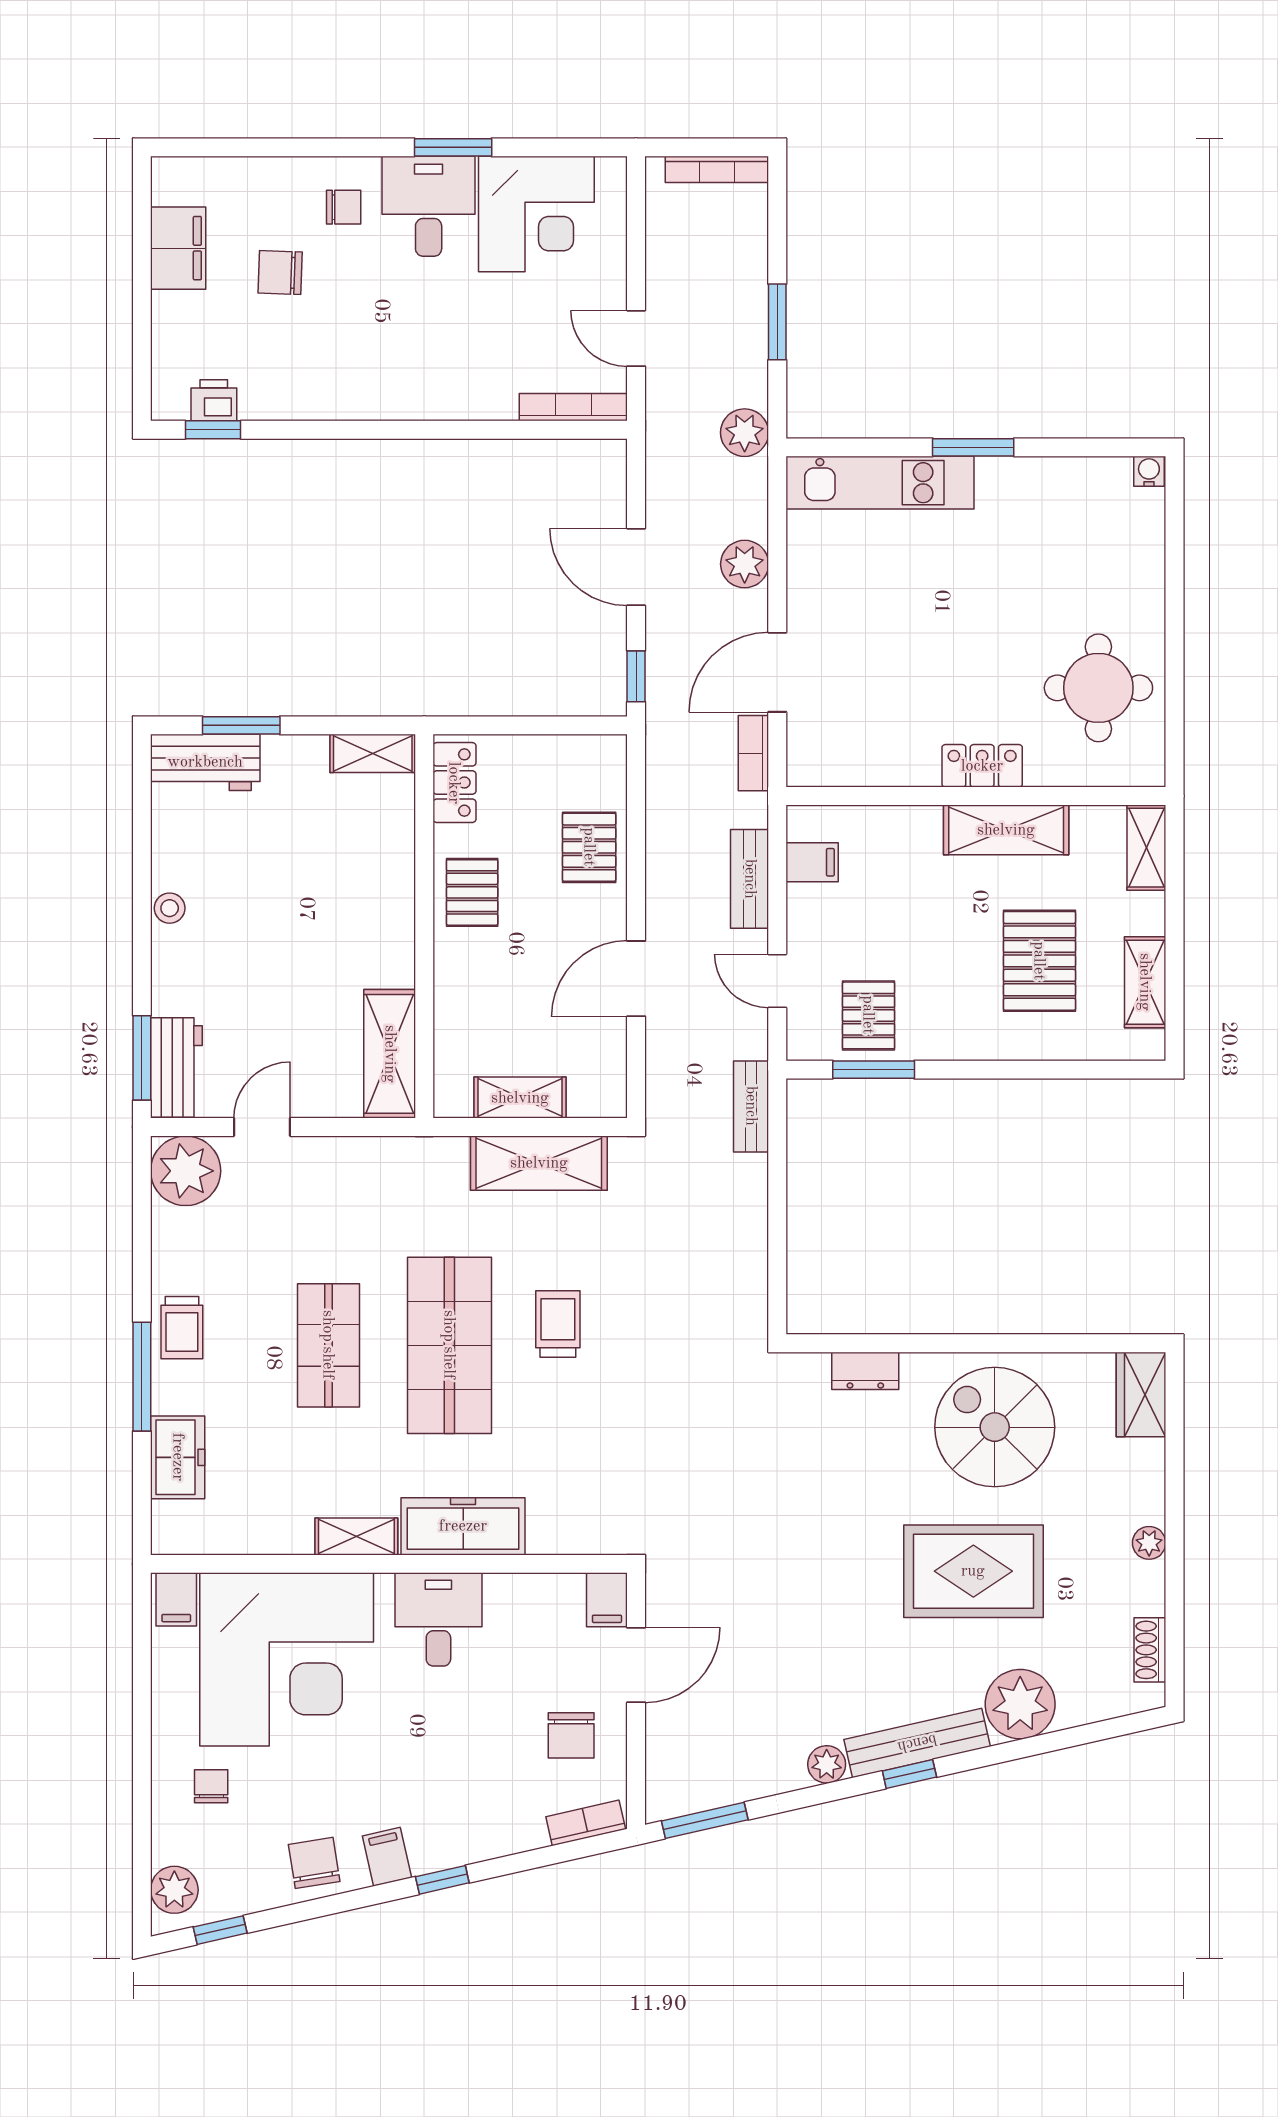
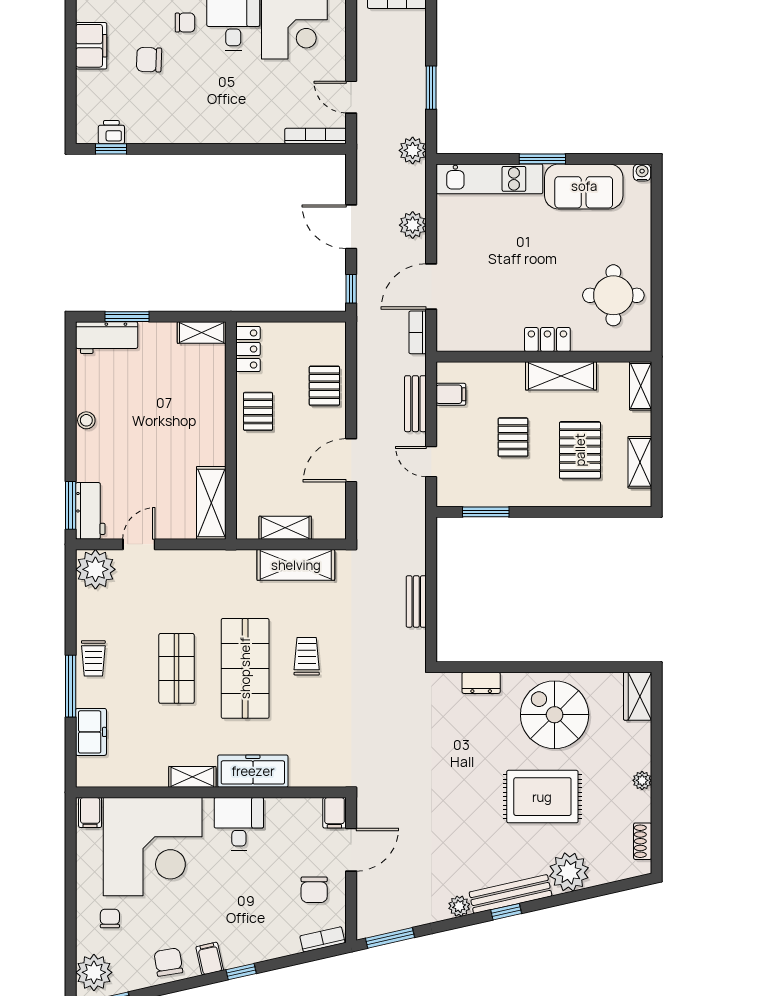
sofa: (1046, 496) -> (584, 186), added
pallet: (868, 1015) -> (513, 437), moved
bench: (751, 1106) -> (416, 602), moved
plant: (174, 1890) -> (94, 972), width x1.36, depth x1.36

